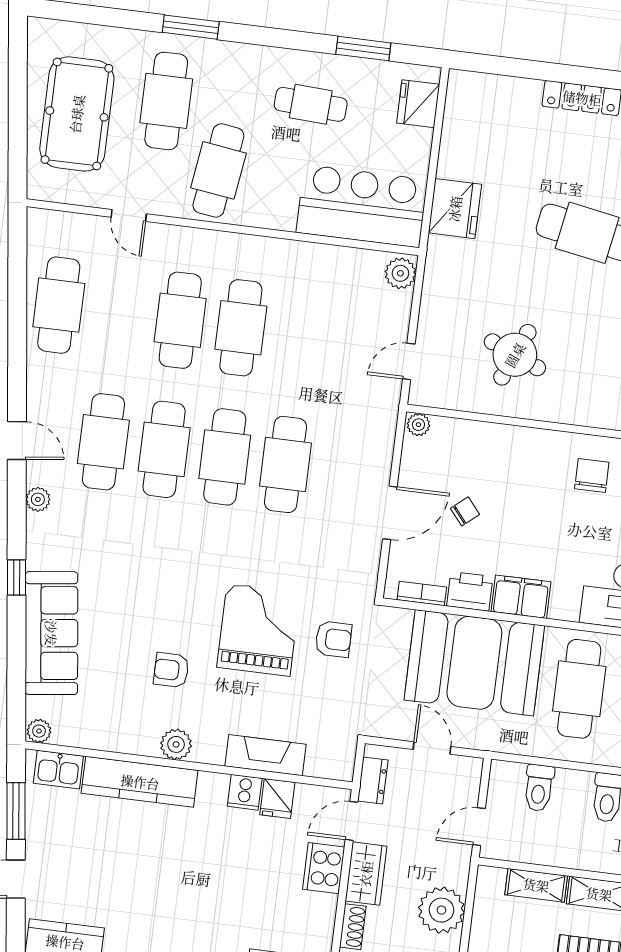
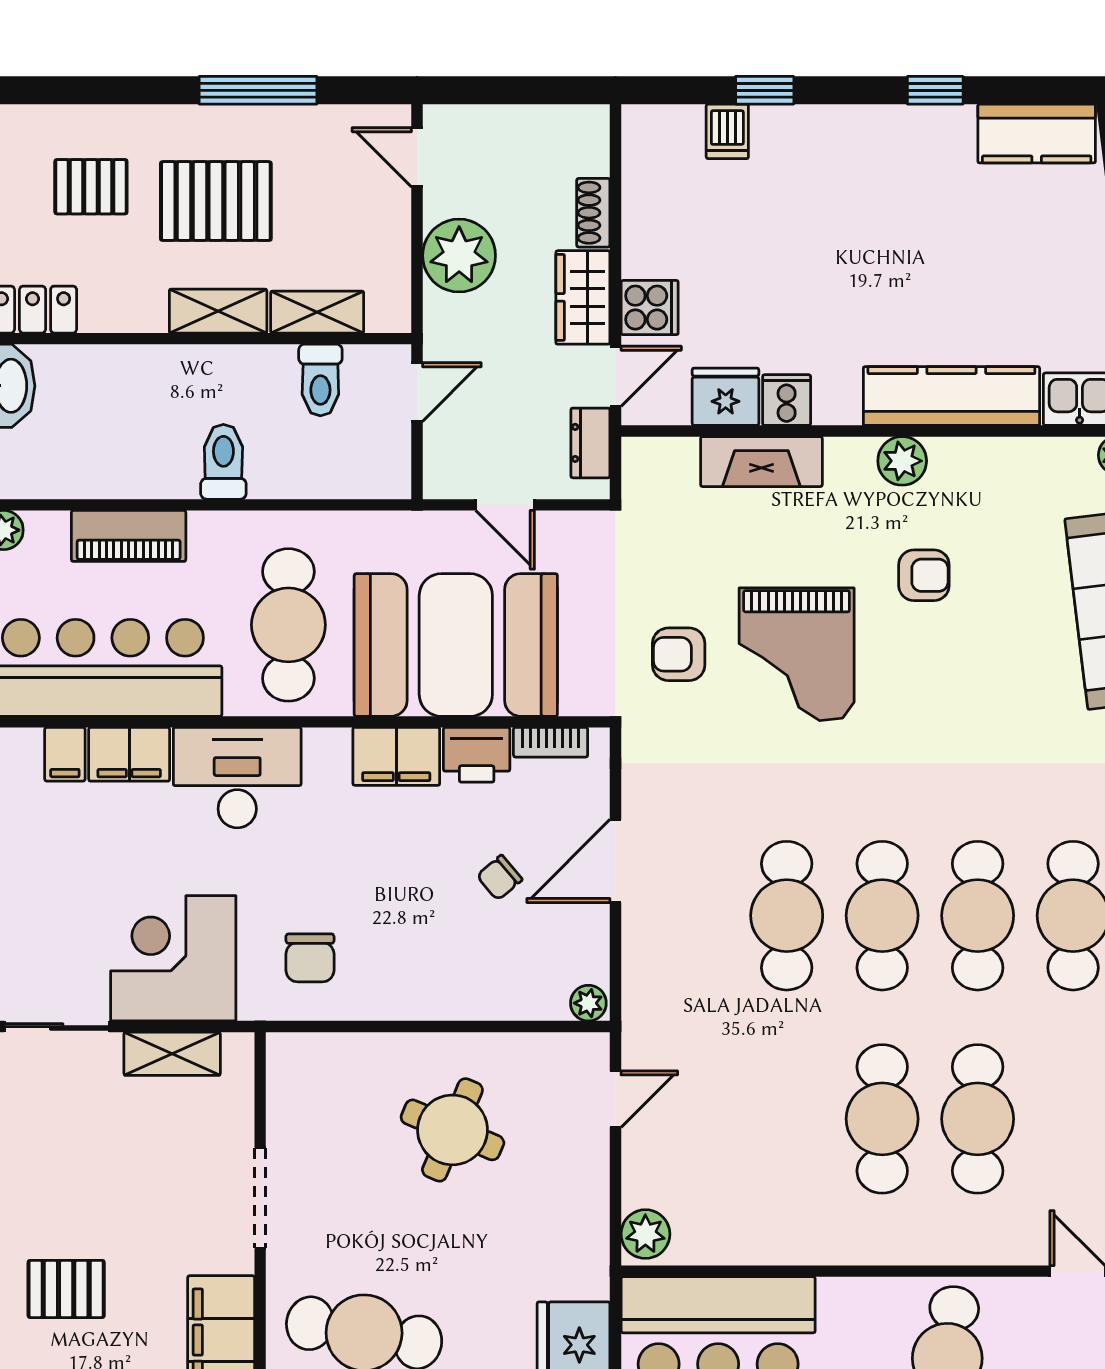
toilet: (539, 788) -> (320, 380), moved, turned 180
fridge: (277, 798) -> (726, 397), width x1.38
cooker: (324, 868) -> (650, 308), width x0.73

